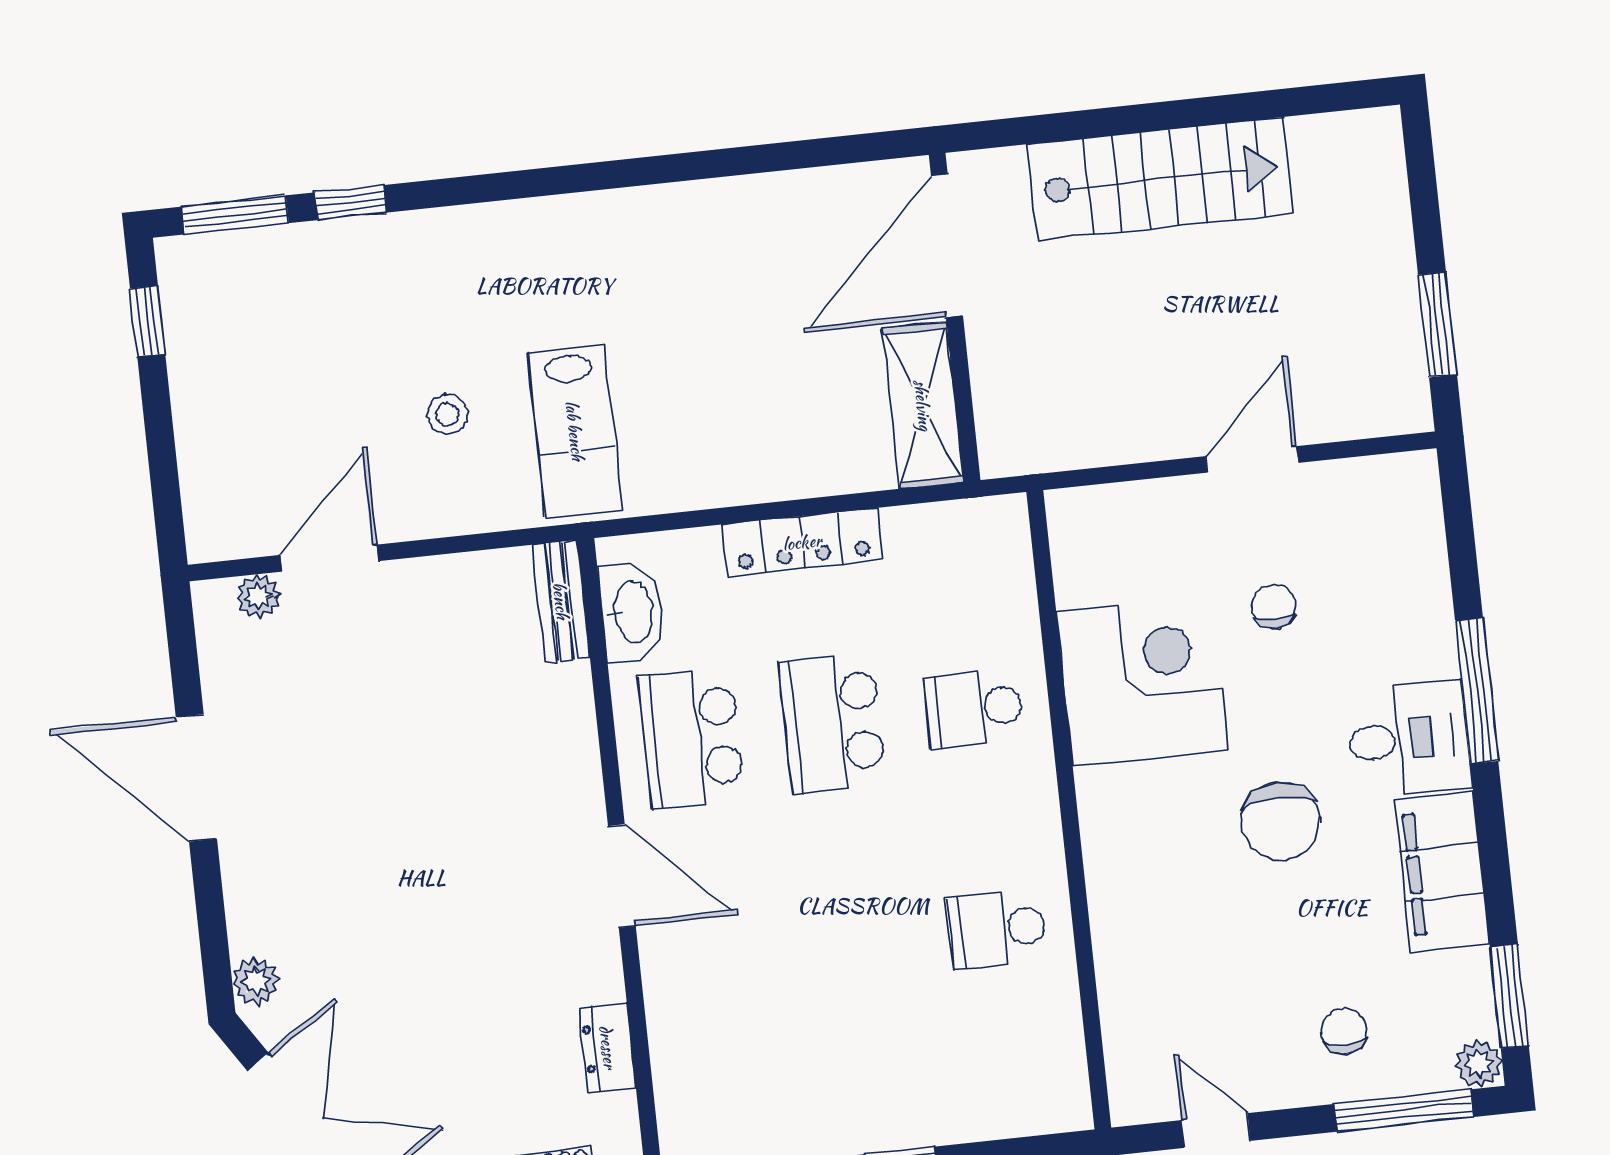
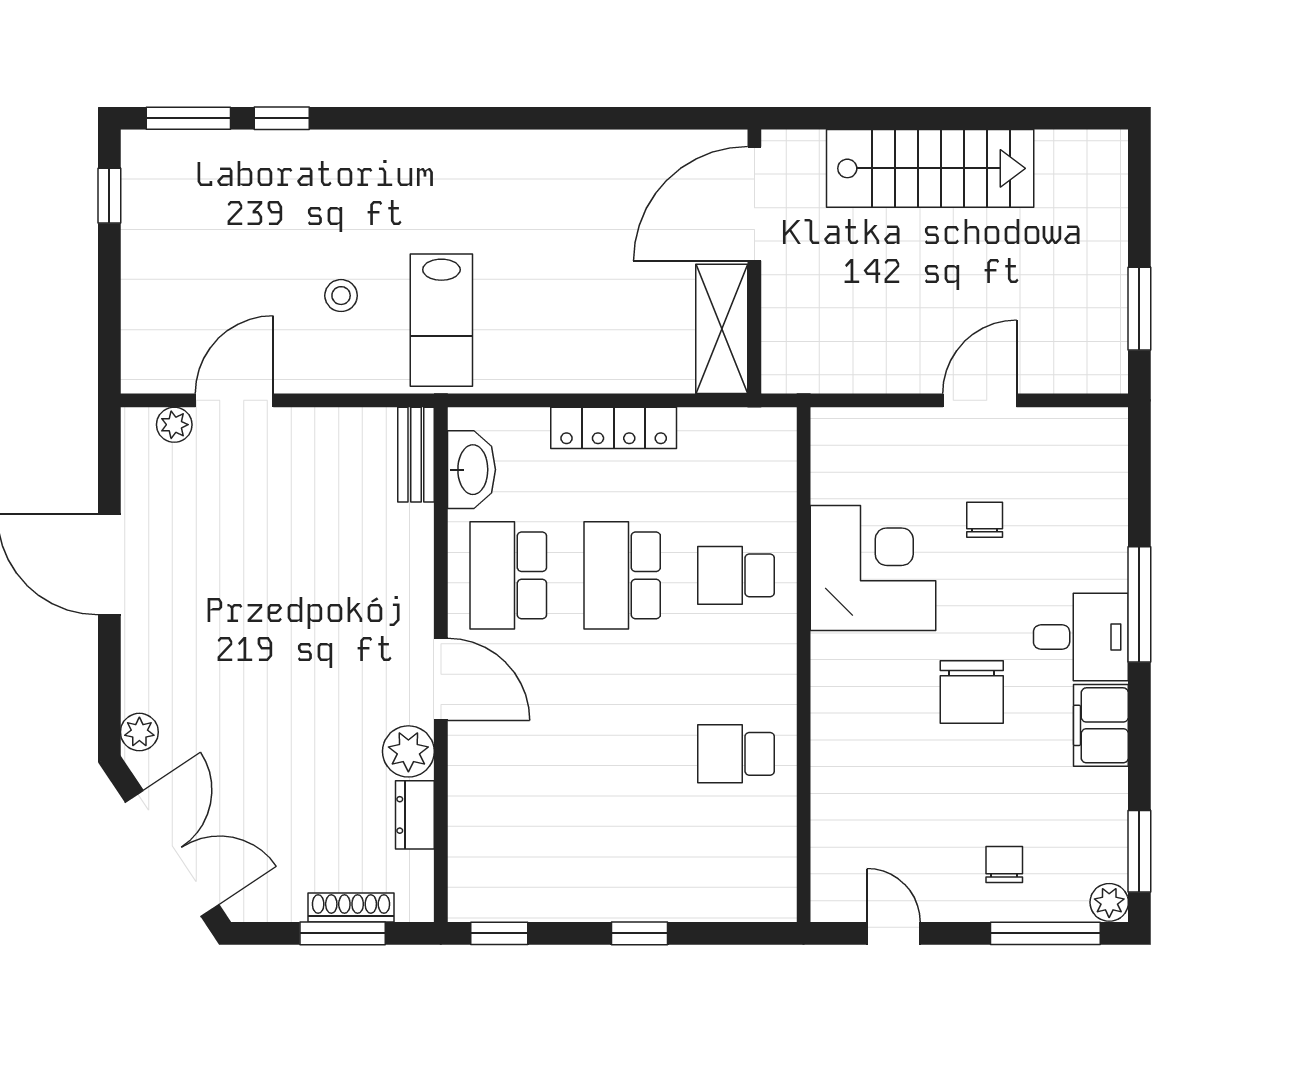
filing cabinet: (1442, 872) -> (1101, 725), width x0.67, depth x0.86
plant: (591, 970) -> (408, 751), added

